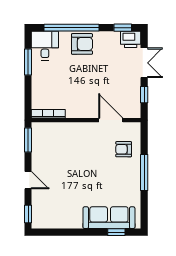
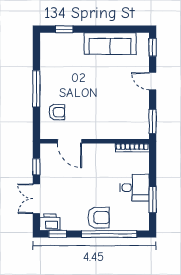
armchair: (82, 44) -> (98, 218), turned 180
desk: (45, 46) -> (135, 188), moved, turned -90
sofa: (109, 218) -> (110, 44), moved

